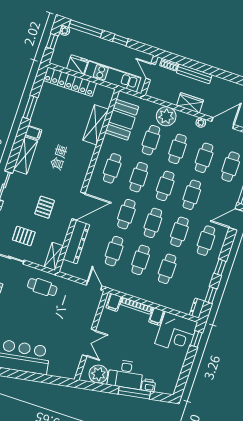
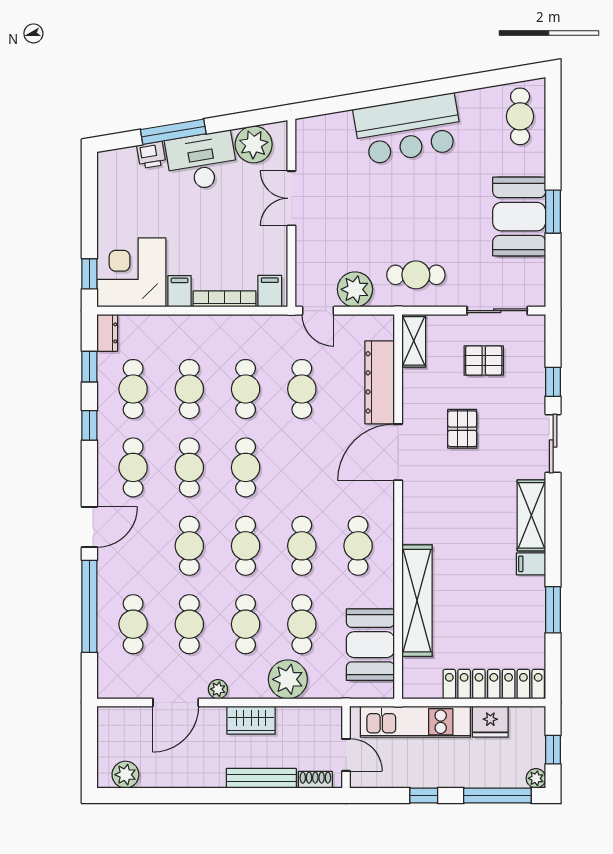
shelving: (96, 125) -> (417, 601), width x1.47
cafe table: (126, 214) -> (133, 389), moved
plant: (73, 290) -> (355, 289), added

